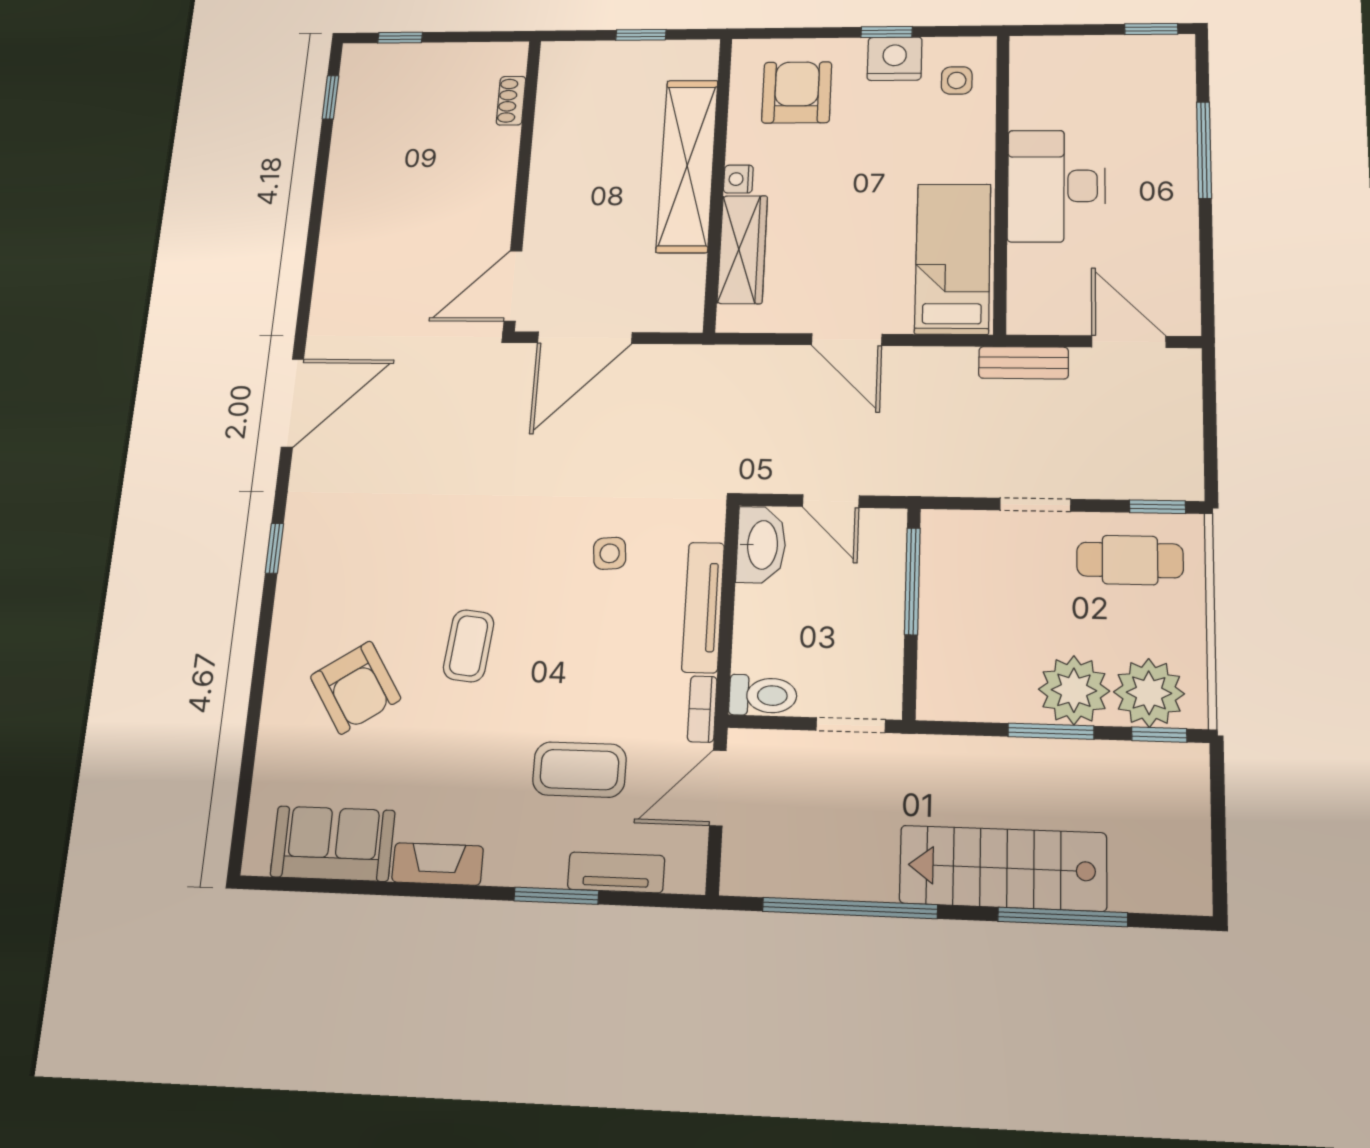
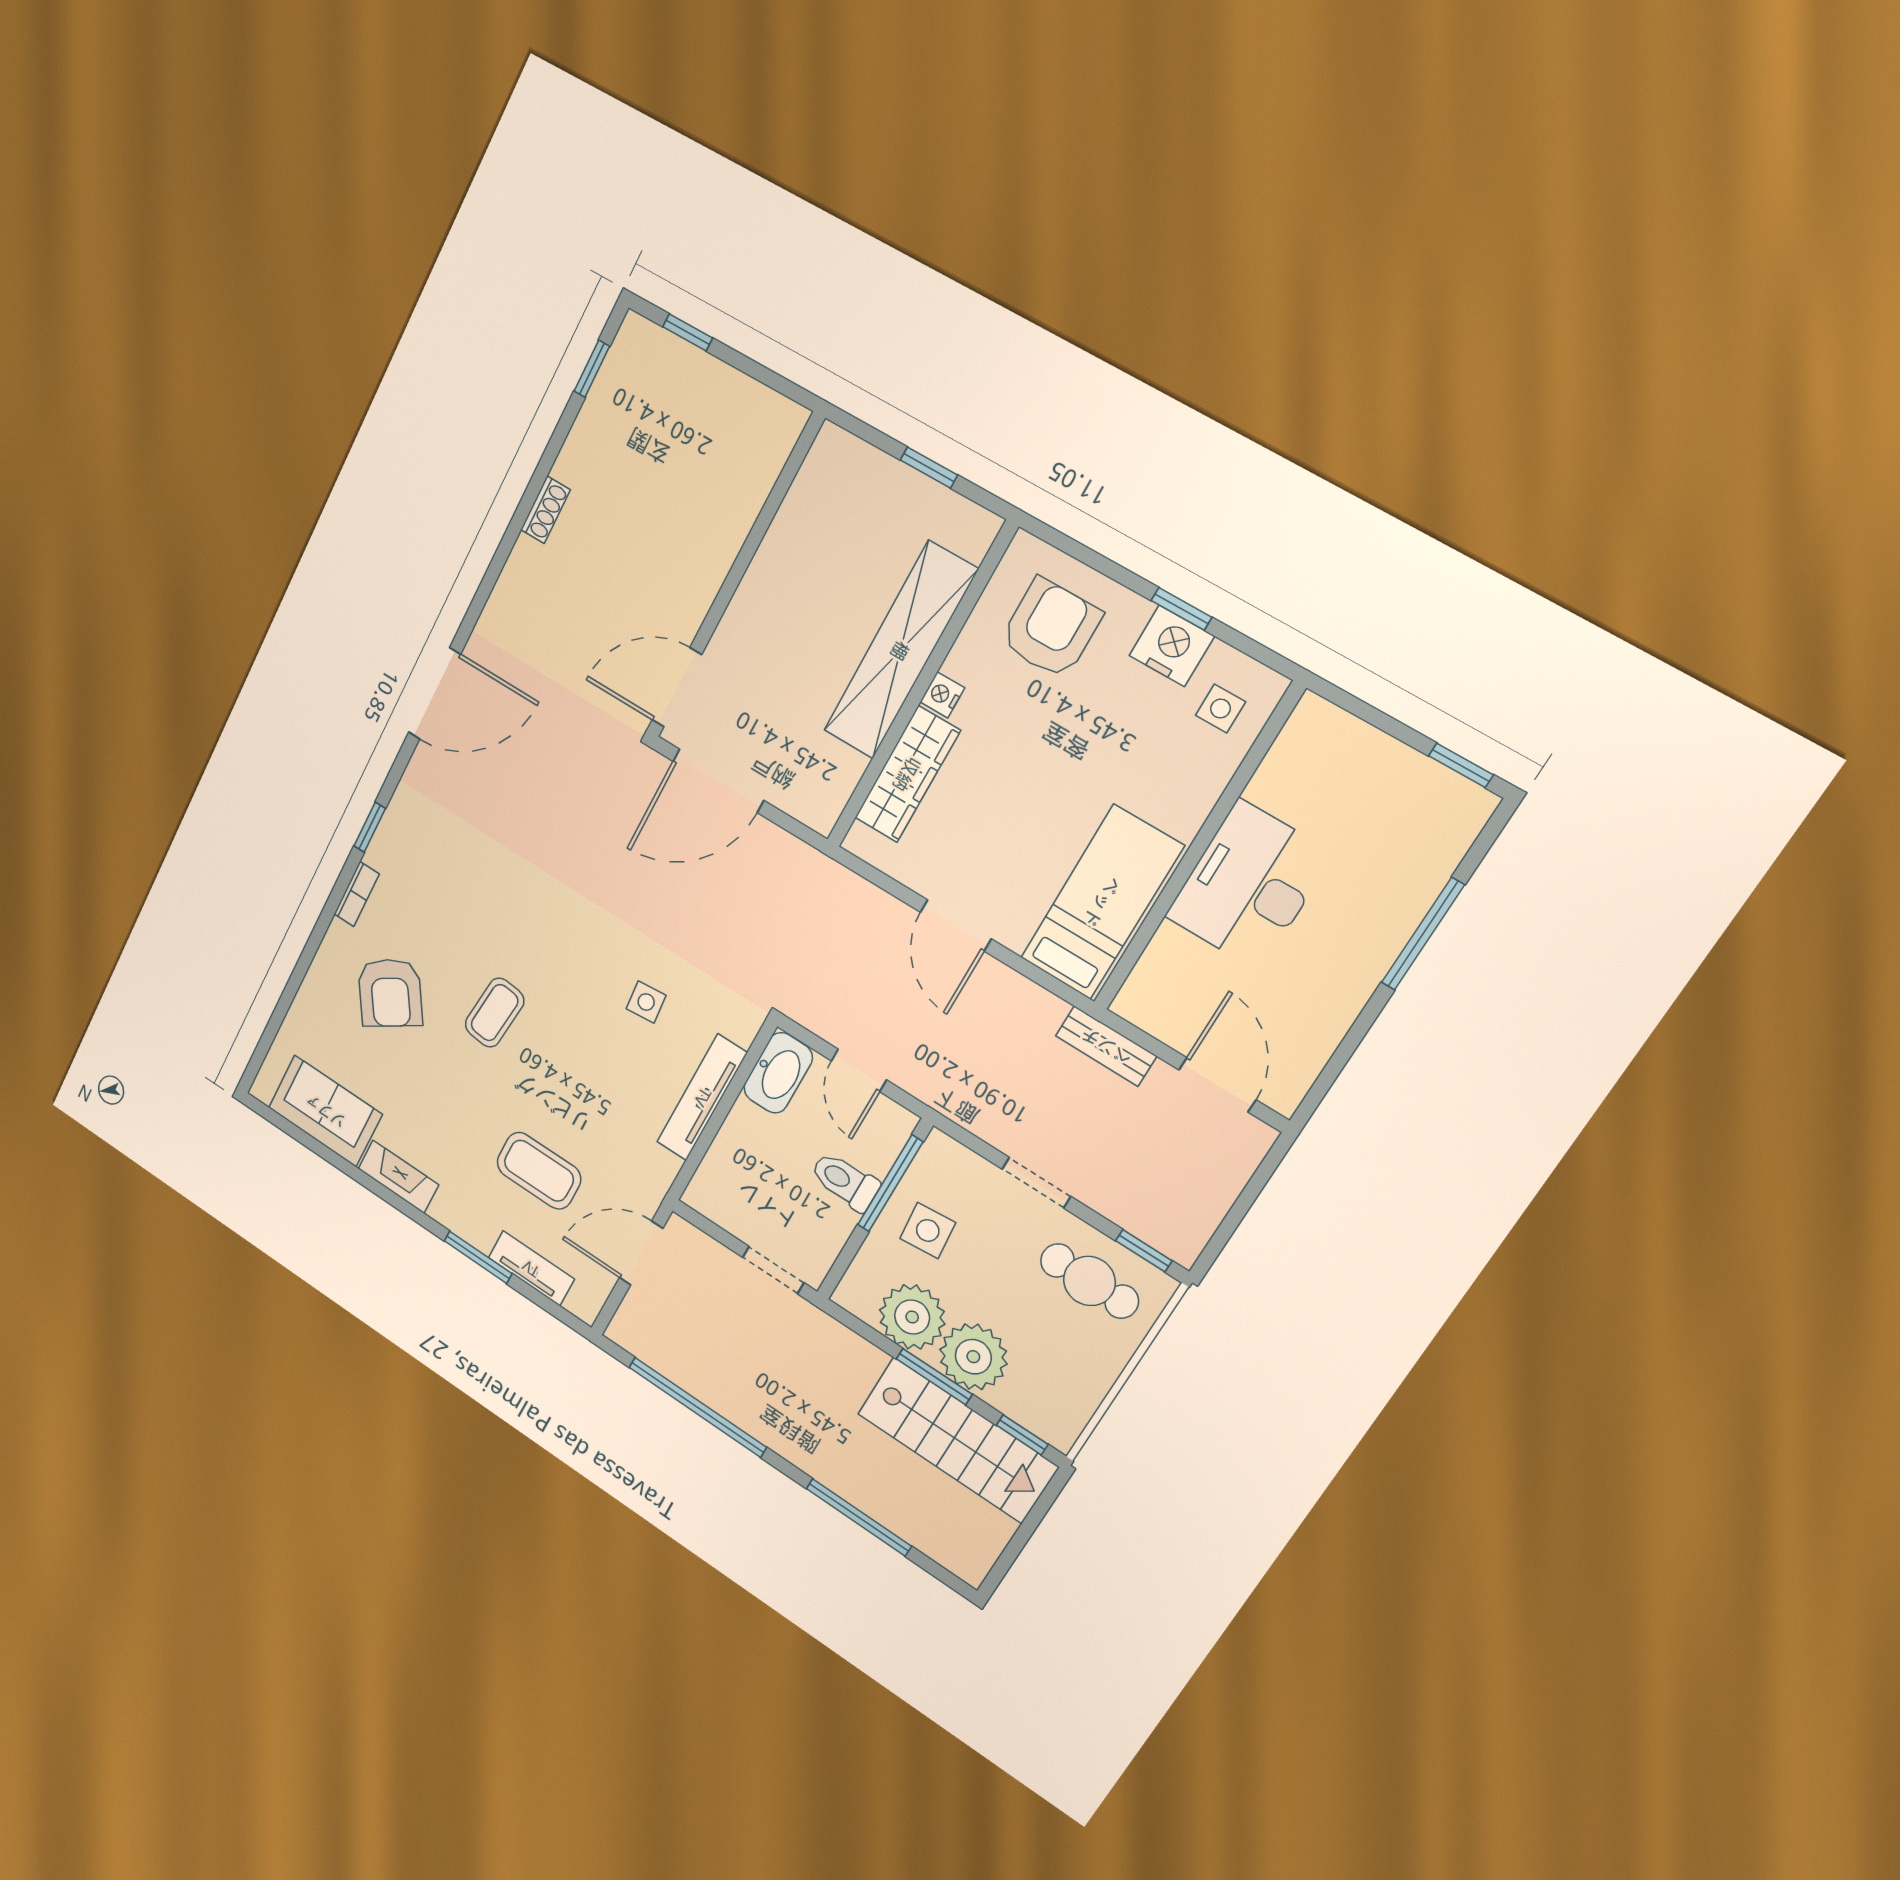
shoe rack: (511, 101) -> (545, 510), moved, turned 180
side table: (968, 602) -> (928, 1230), added
plant: (1149, 693) -> (912, 1317), moved
toilet: (763, 695) -> (845, 1181), moved, turned 180
bookcase: (702, 709) -> (357, 894), moved, turned 180
stairs: (1003, 868) -> (958, 1440), moved, turned 180

